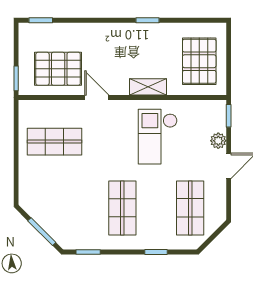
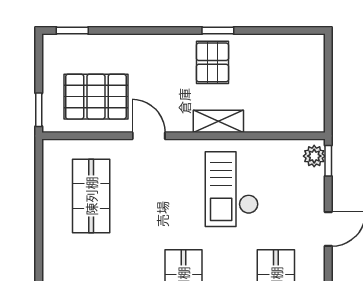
pallet: (199, 61) -> (212, 62), moved, width x0.67, depth x0.71
plant: (218, 141) -> (314, 156), moved
shop shelf: (55, 142) -> (91, 196), turned 90

